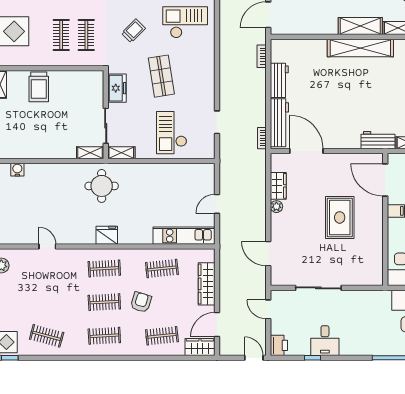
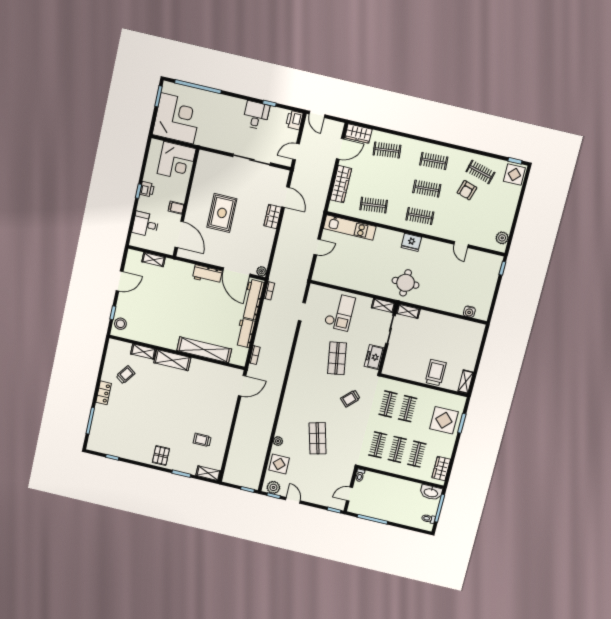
checkout: (185, 22) -> (308, 395), removed
shelving: (360, 48) -> (204, 350), moved
workbench: (378, 140) -> (207, 275), moved
wardrobe: (278, 186) -> (273, 217), moved
plant: (276, 207) -> (262, 271), moved
armchair: (141, 302) -> (467, 190), moved
door: (268, 309) -> (296, 152), swing flipped

